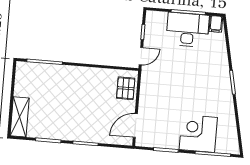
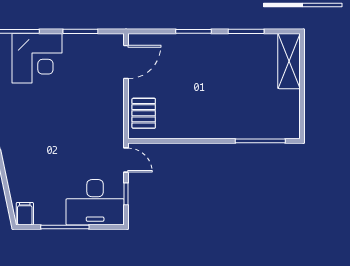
desk: (188, 30) -> (95, 202), moved
door: (141, 56) -> (126, 160), swing flipped

